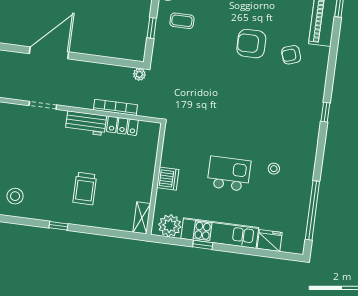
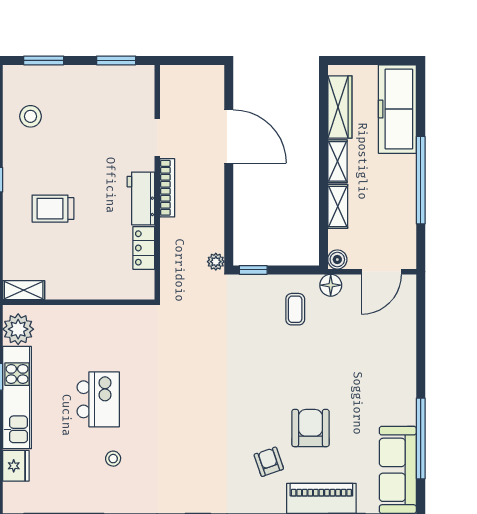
window: (152, 28) -> (253, 270), moved
armchair: (251, 44) -> (310, 428), moved
bookcase: (115, 107) -> (167, 188), moved
dishwasher: (168, 179) -> (81, 318), removed

